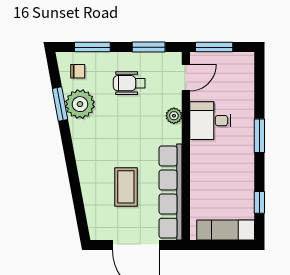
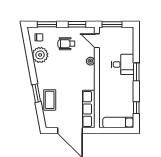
door: (186, 78) -> (97, 41), swing flipped
window: (60, 104) -> (36, 93), moved
desk: (210, 121) -> (123, 64), moved, turned 180
coffee table: (126, 187) -> (50, 100), moved
row of seats: (171, 192) -> (89, 109), width x0.73

